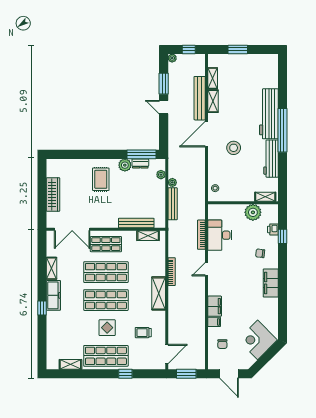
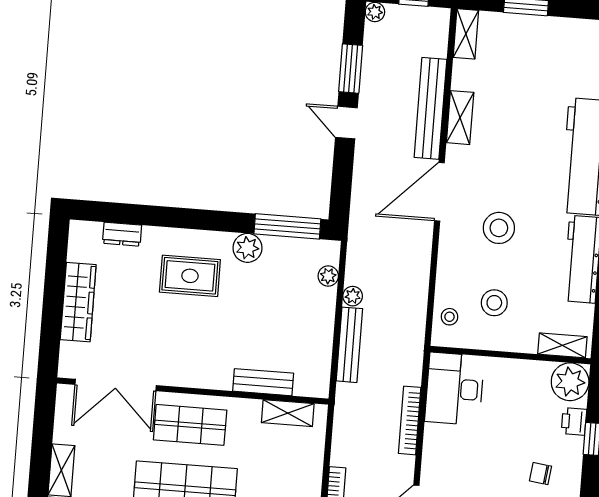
shelving: (213, 78) -> (466, 34), moved
dresser: (140, 163) -> (122, 234), moved
rug: (101, 179) -> (190, 276), turned 90
stool: (234, 181) -> (494, 303), added
plant: (253, 212) -> (570, 382), moved
bench: (136, 223) -> (263, 382), width x0.73
desk: (220, 235) -> (454, 389), moved

